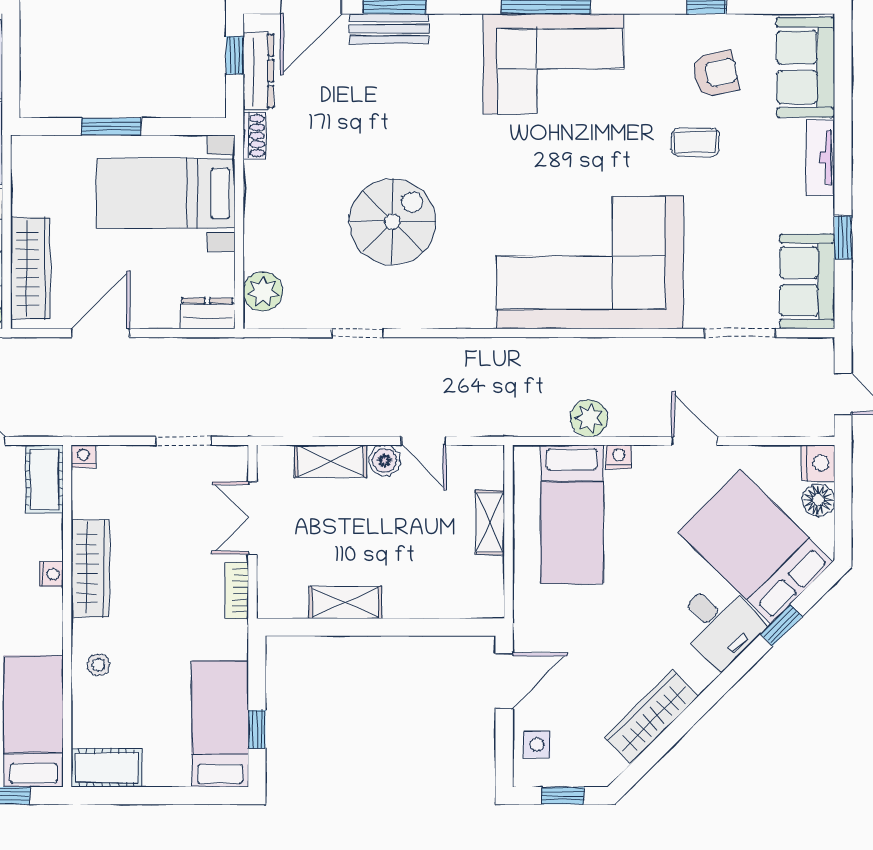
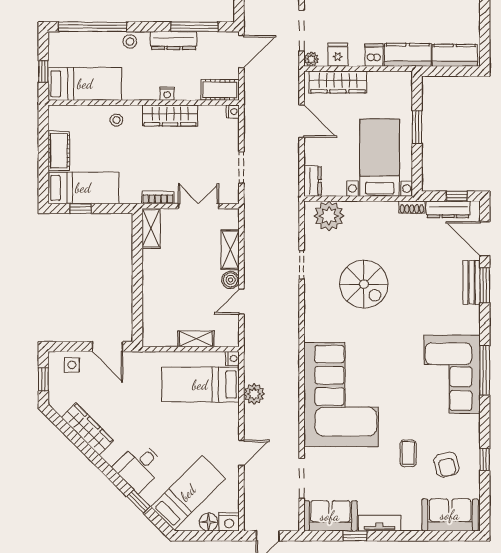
tv unit: (820, 158) -> (380, 523), moved
plant: (263, 291) -> (329, 216), width x1.36, depth x1.36
nightstand: (619, 457) -> (233, 358), moved
bed: (756, 547) -> (188, 493), width x0.67
shelving: (345, 603) -> (151, 228), moved
cot: (107, 768) -> (59, 151), moved

